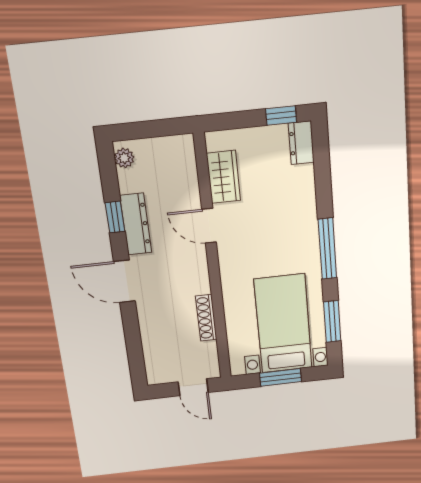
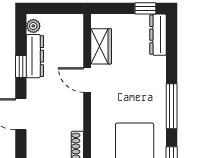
dresser: (301, 143) -> (158, 35), width x1.44
dresser: (136, 224) -> (35, 56), moved

